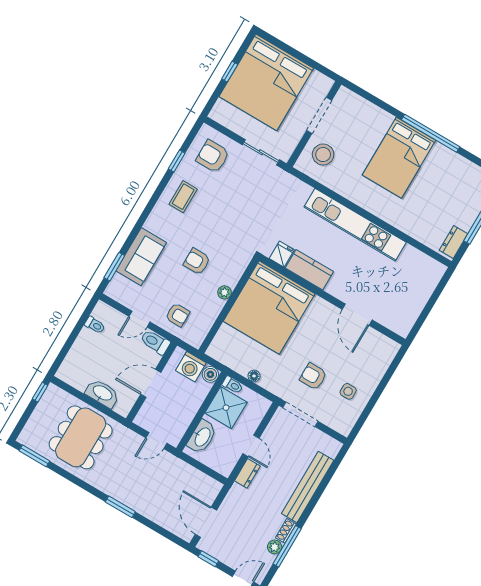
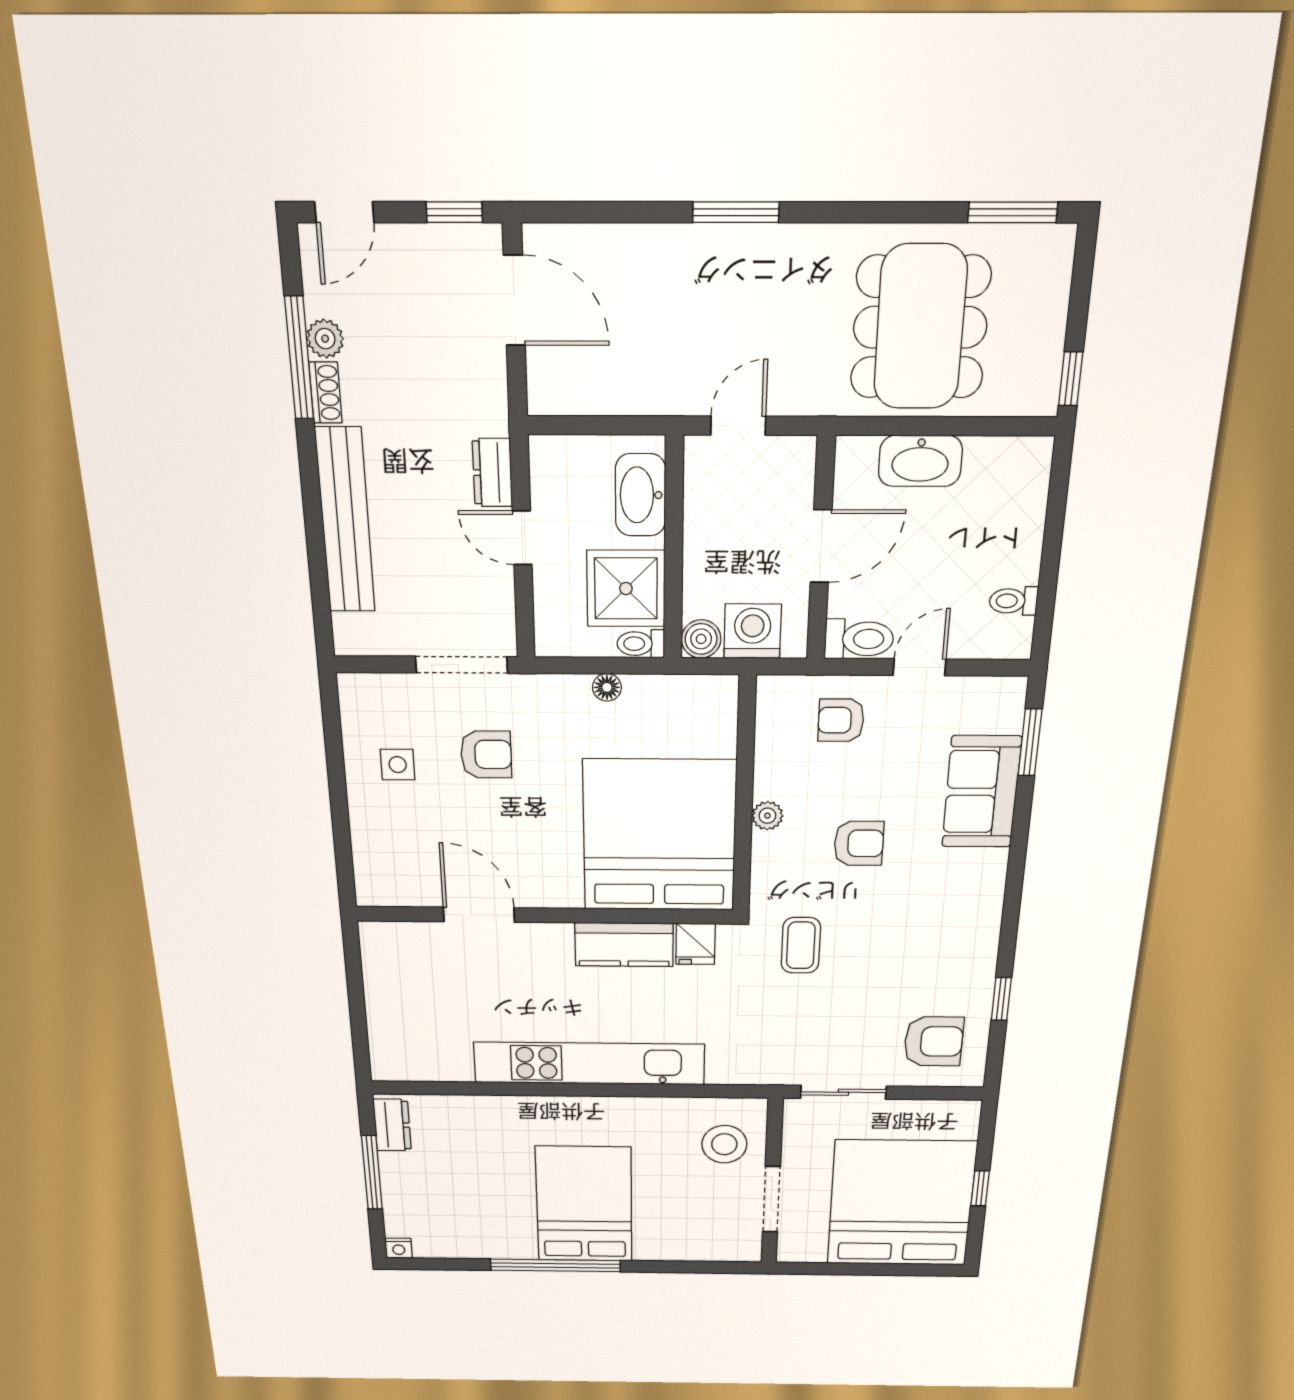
coffee table: (183, 197) -> (801, 945), moved

